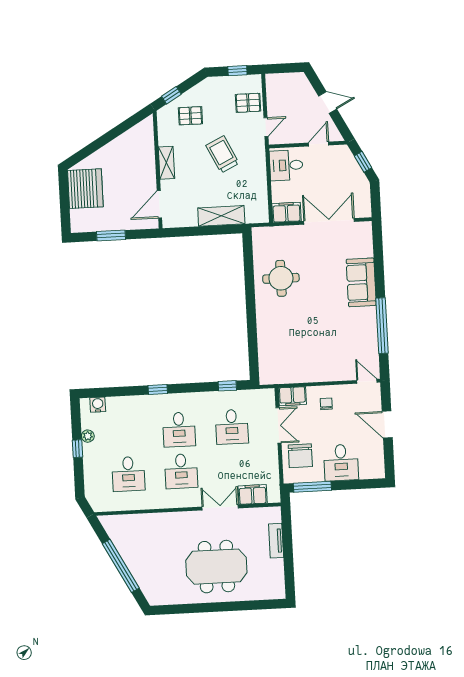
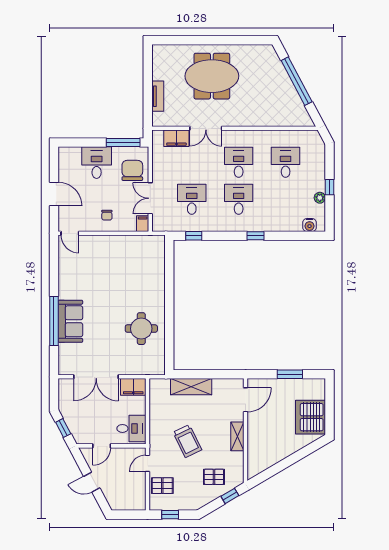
window: (382, 326) -> (54, 321), moved
filing cabinet: (292, 396) -> (143, 224), width x0.50

